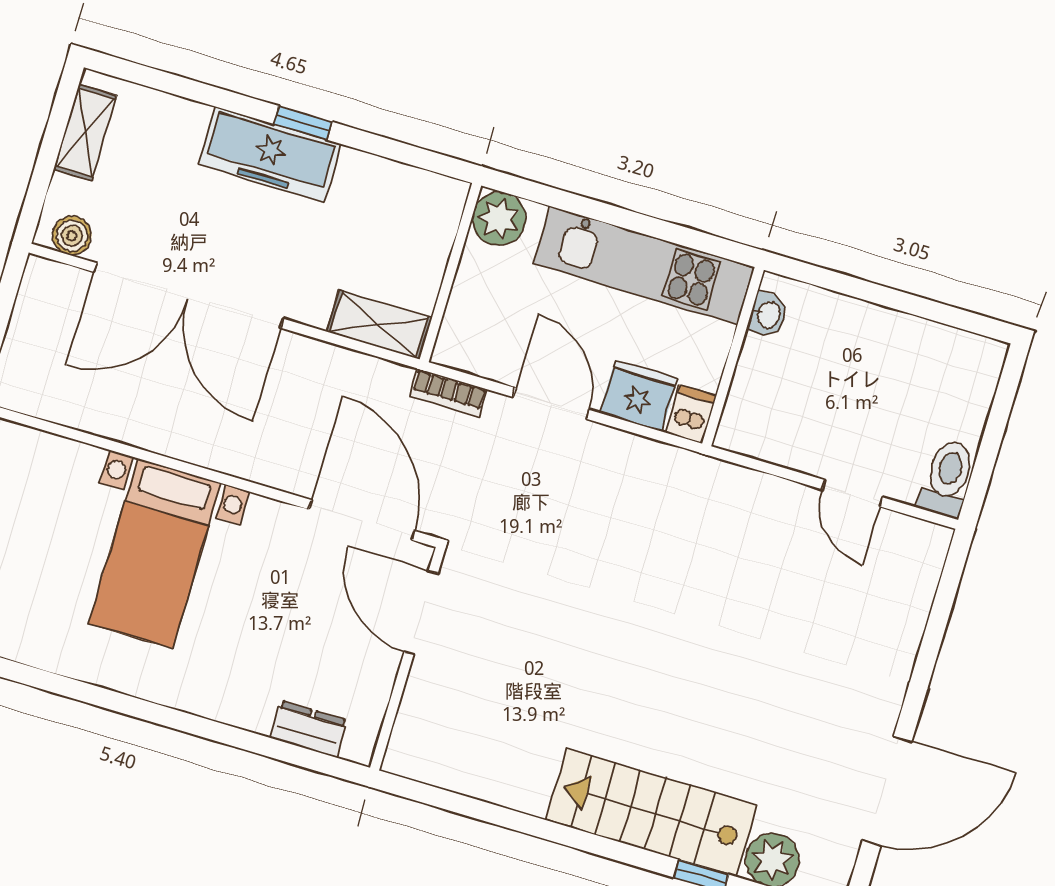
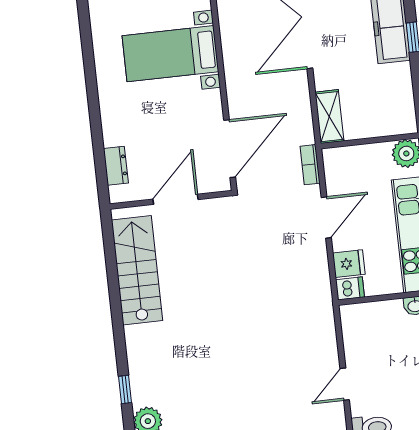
fridge: (638, 396) -> (349, 264), width x0.72
door: (421, 612) -> (176, 199), moved
stairs: (651, 812) -> (137, 270), moved

